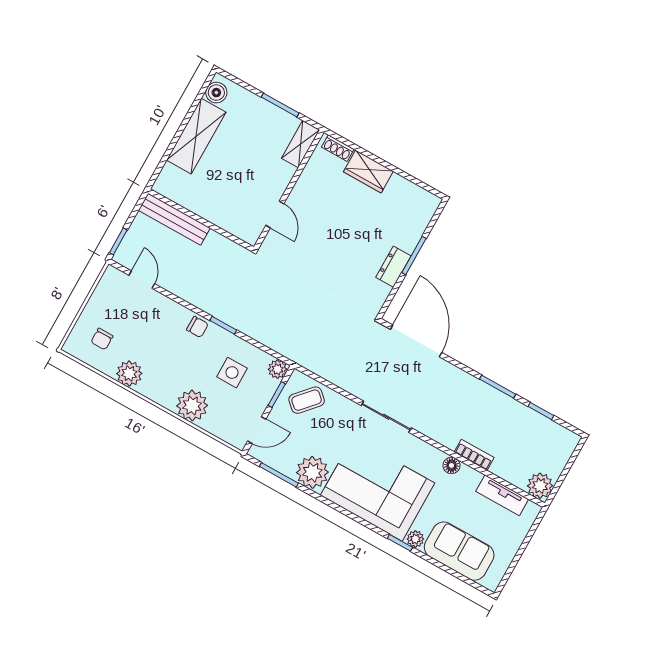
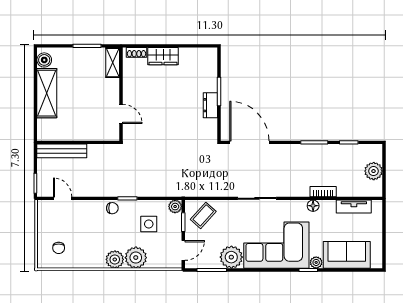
plant: (129, 374) -> (115, 259), moved
plant: (540, 486) -> (374, 171), moved

